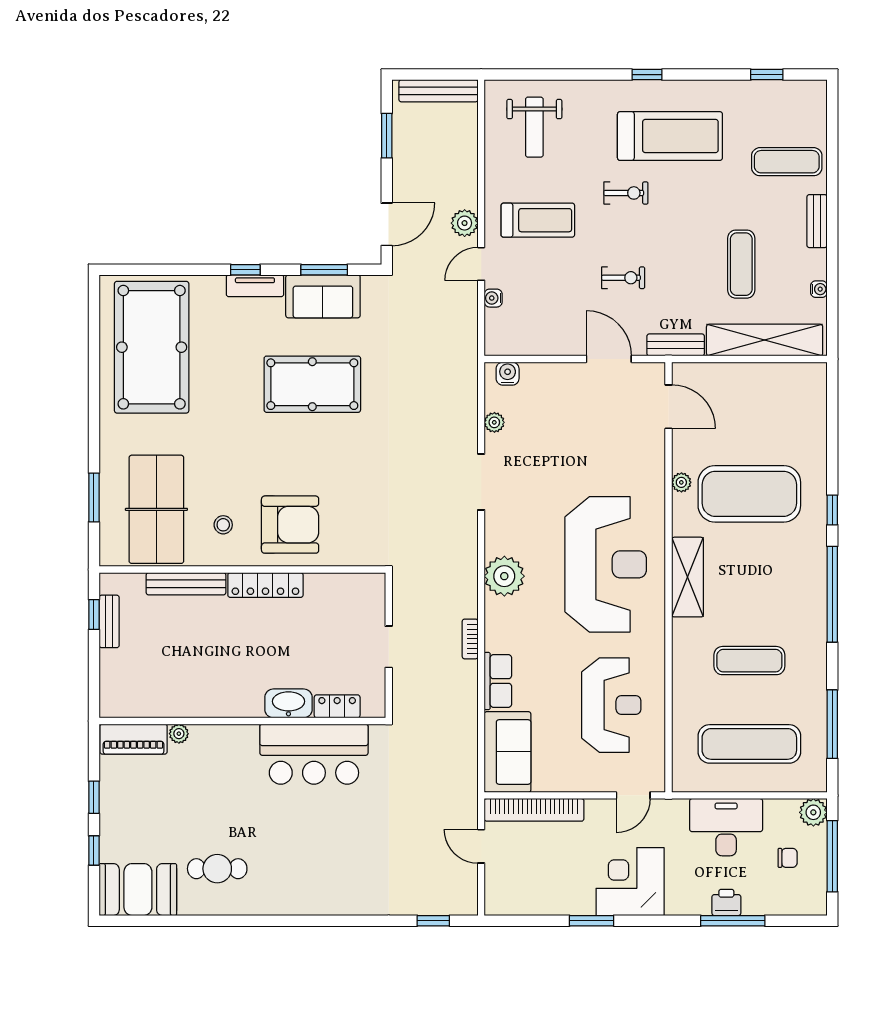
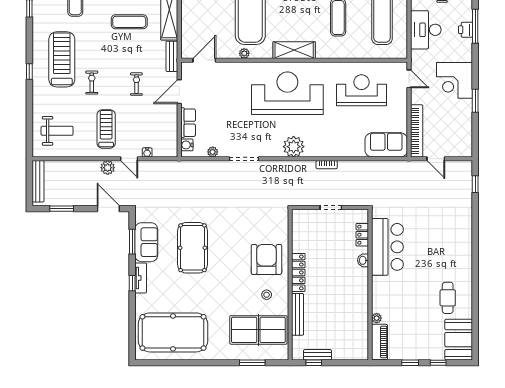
row of seats: (498, 681) -> (188, 123), moved, turned 90
washbasin: (288, 703) -> (363, 260), width x0.52, depth x0.69
door: (481, 846) -> (436, 159), hinge flipped

